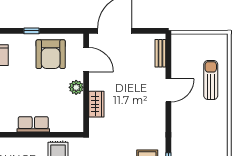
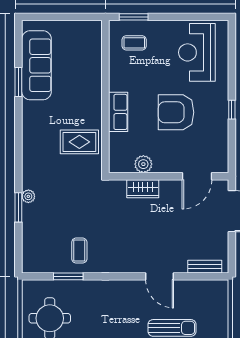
armchair: (51, 54) -> (176, 112), moved
plant: (76, 87) -> (143, 164), moved

